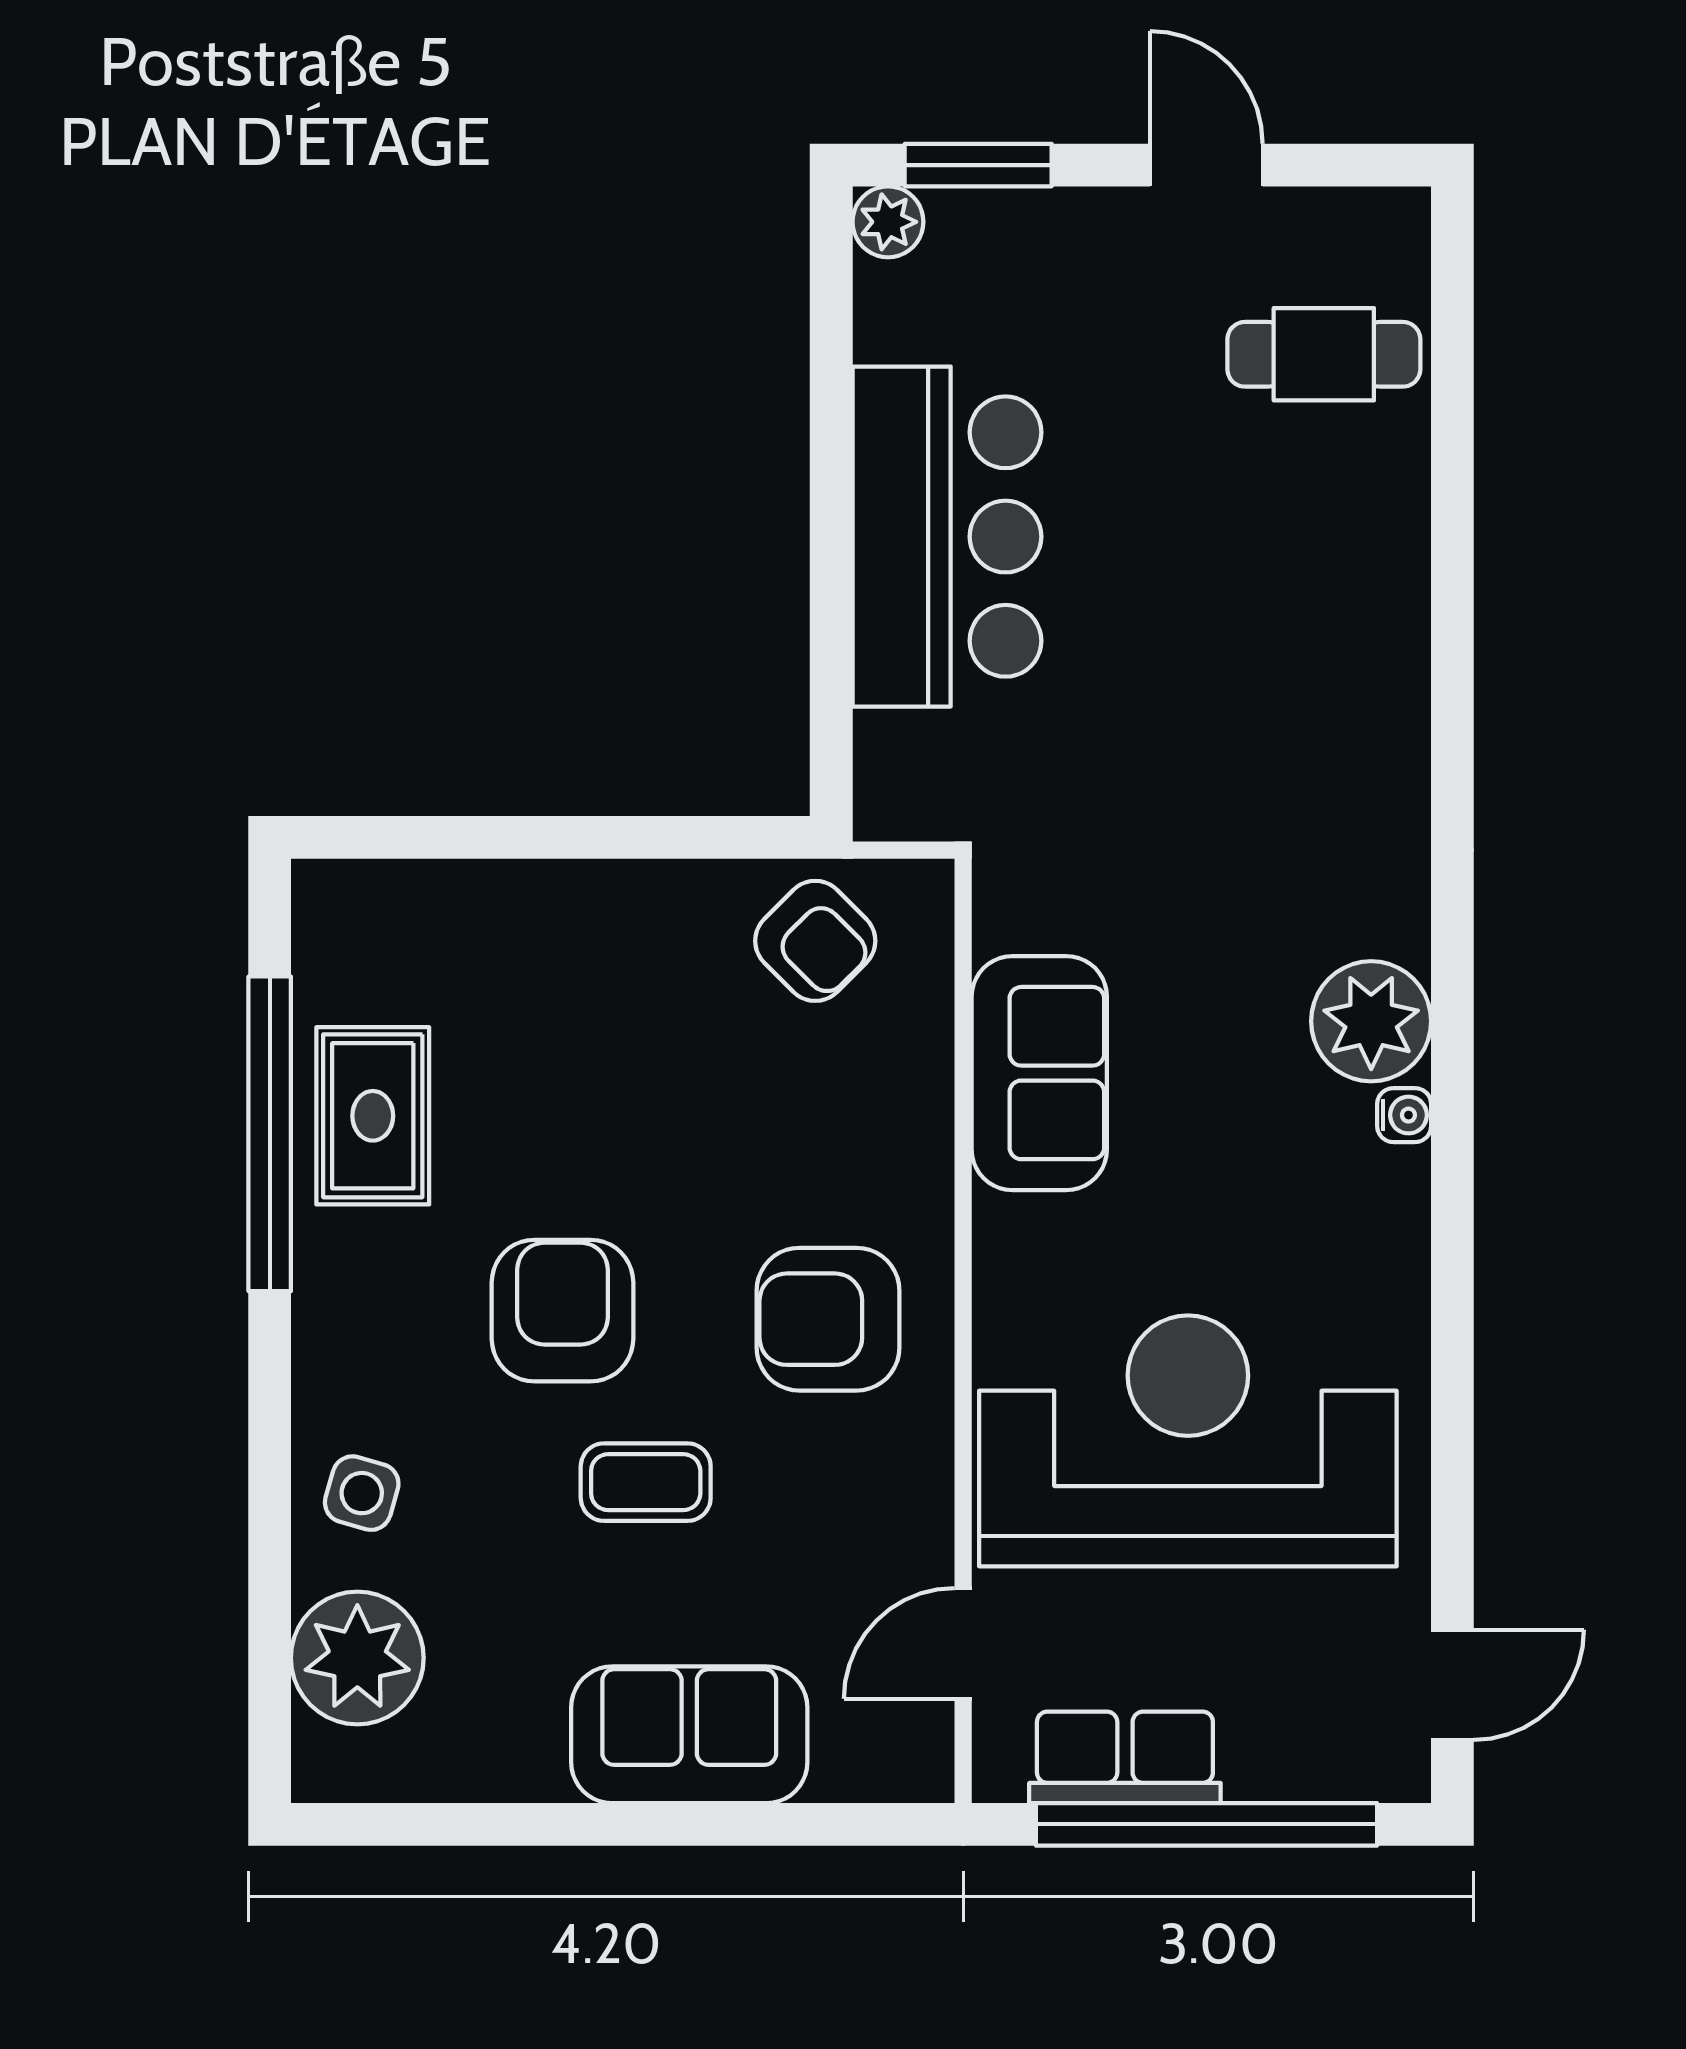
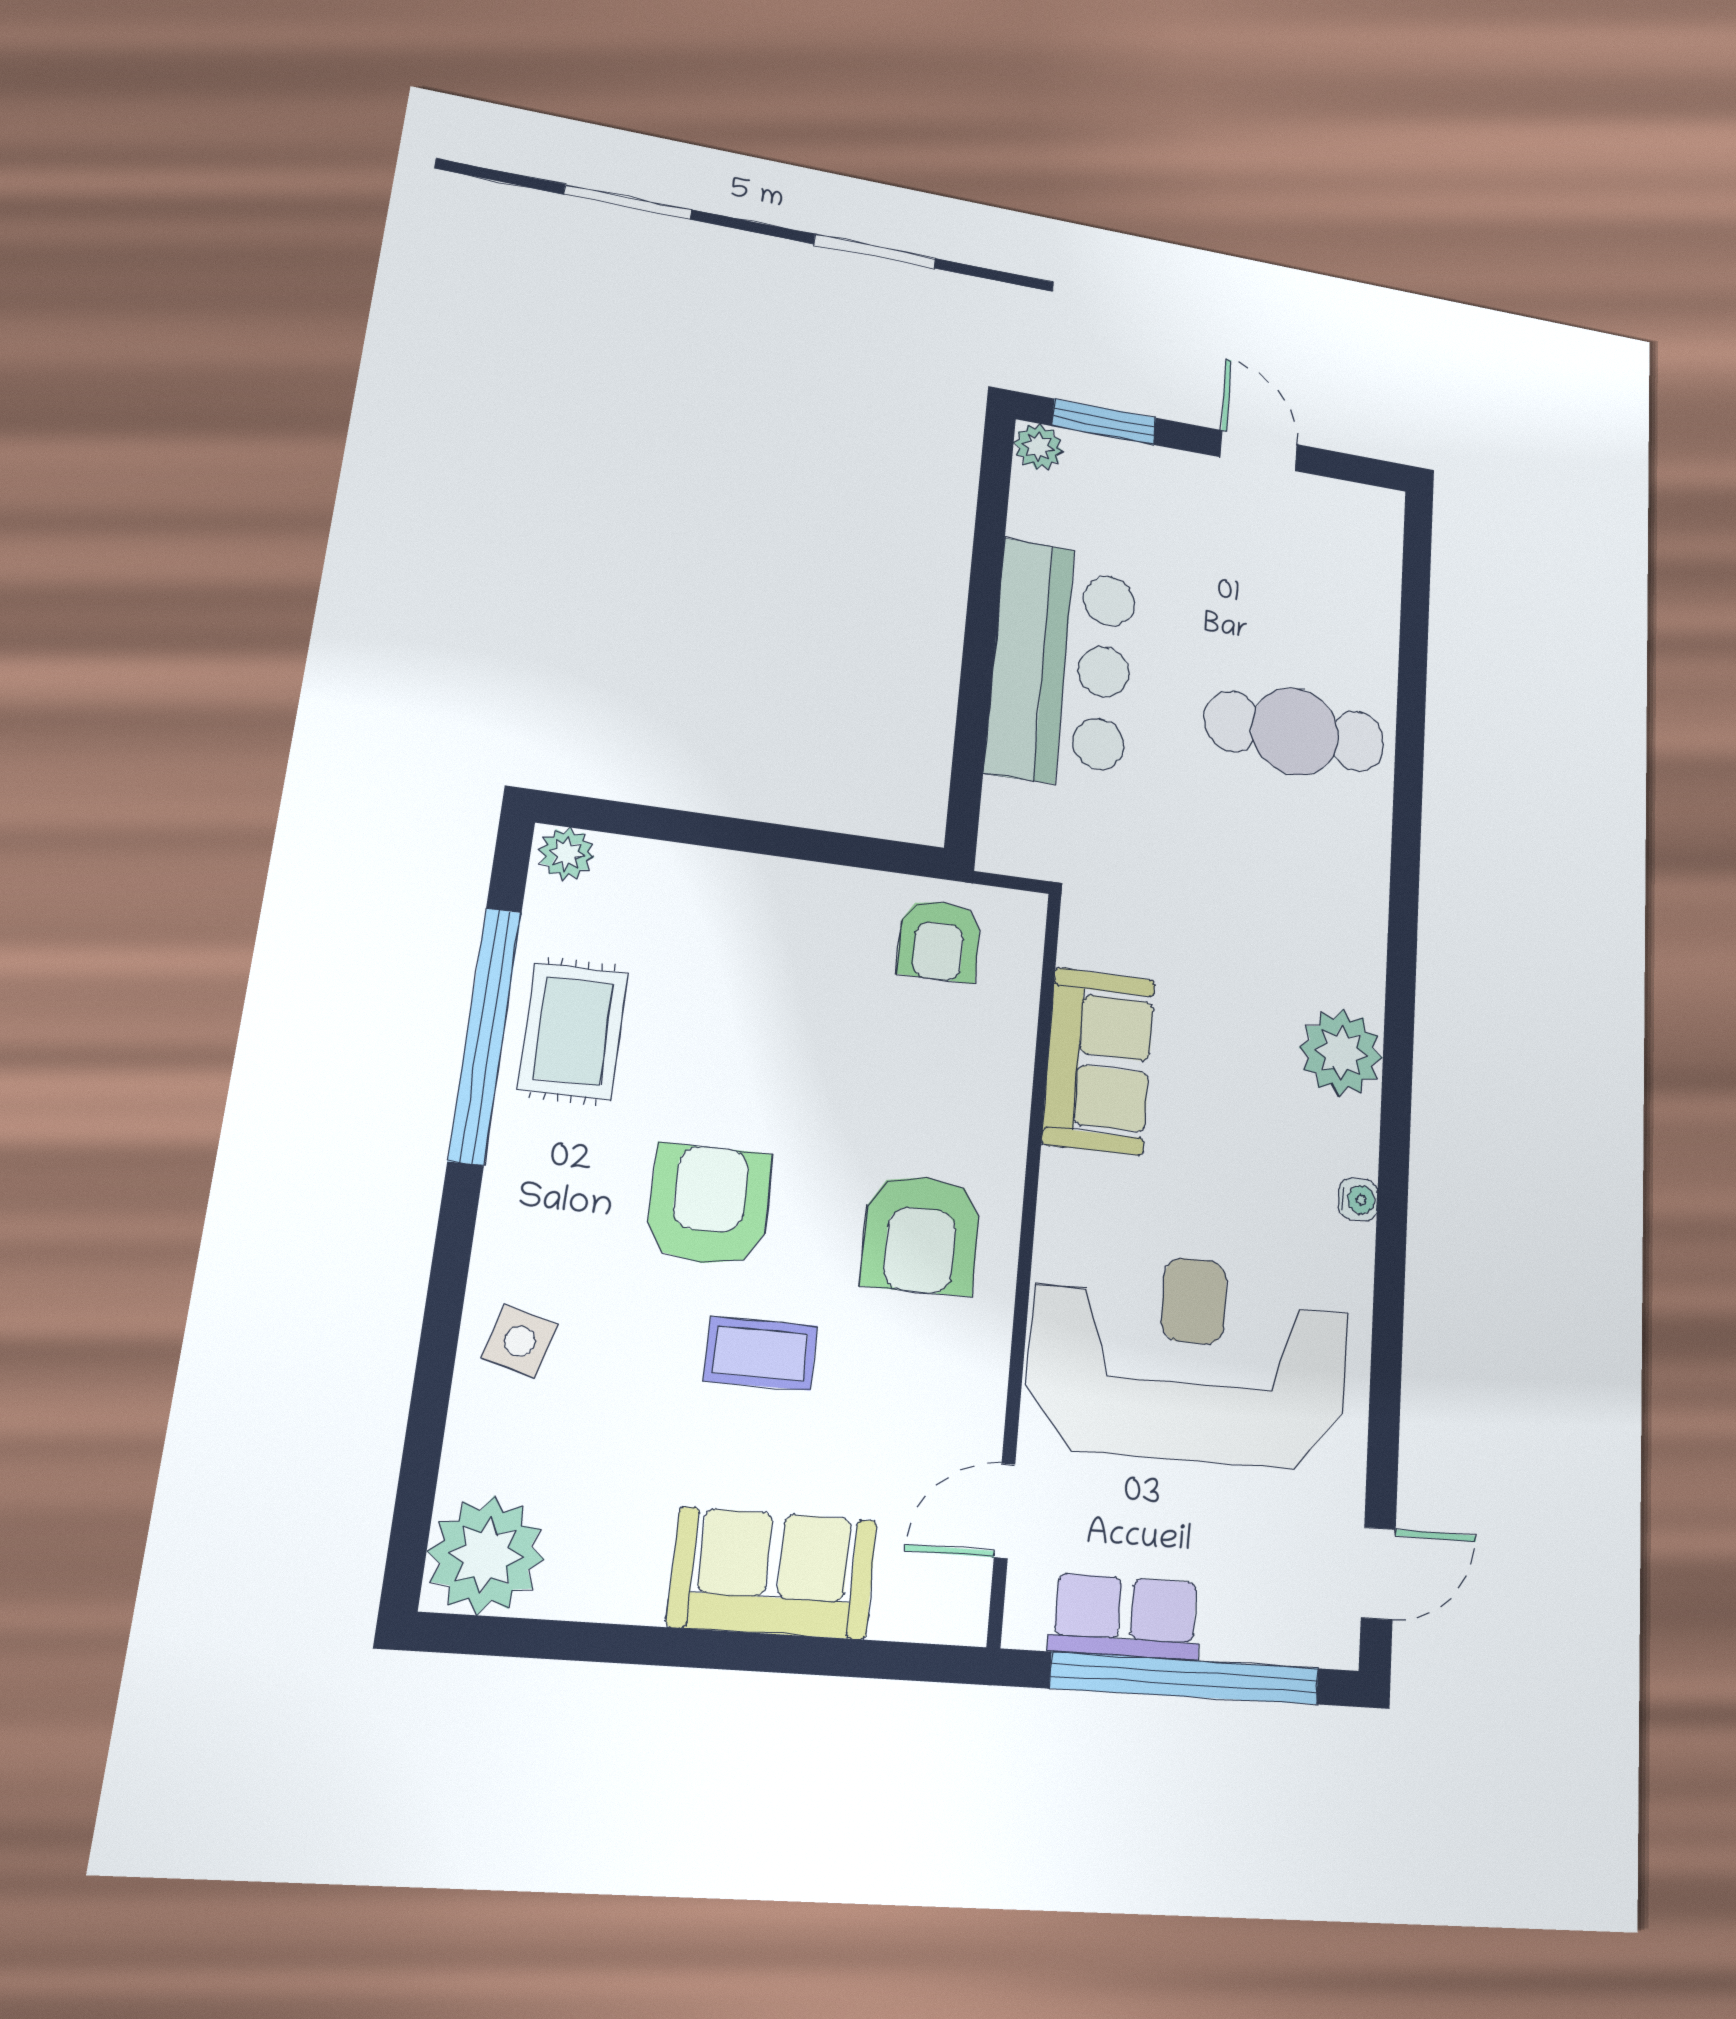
cafe table: (1324, 354) -> (1295, 731), moved, width x1.37, depth x1.35
plant: (335, 893) -> (566, 854), added
armchair: (815, 941) -> (939, 940), turned 45
water cooler: (1404, 1115) -> (1358, 1199), moved
armchair: (828, 1319) -> (921, 1234), turned -90
plant: (357, 1658) -> (486, 1555), moved

